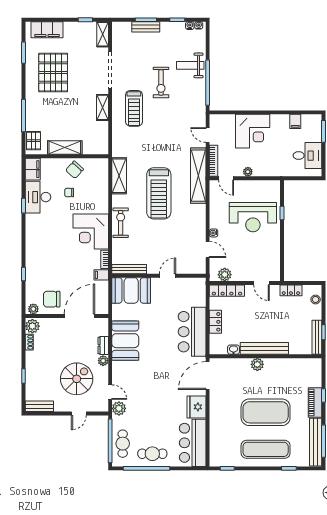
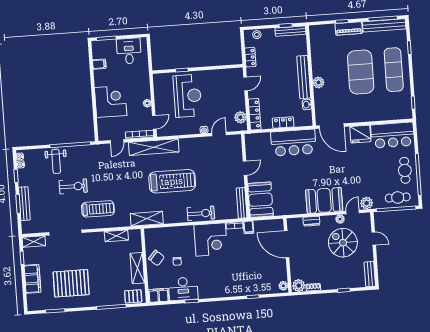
bench: (146, 27) -> (24, 204), width x1.36
filing cabinet: (47, 30) -> (32, 279), moved
shelving: (102, 107) -> (116, 236), moved
shelving: (119, 176) -> (147, 219), moved
exercise bike: (121, 223) -> (201, 213), turned 180
door: (168, 276) -> (245, 168), swing flipped
chair: (52, 299) -> (273, 270), removed
booth: (125, 341) -> (324, 200), moved
plant: (103, 361) -> (340, 219), moved

